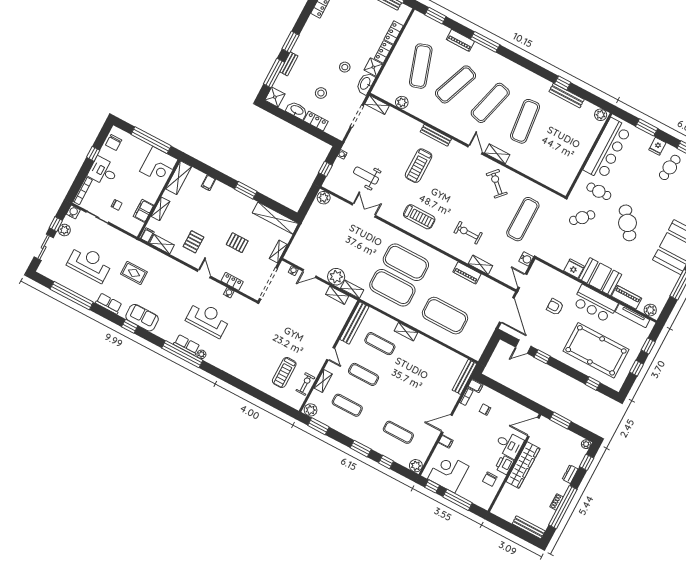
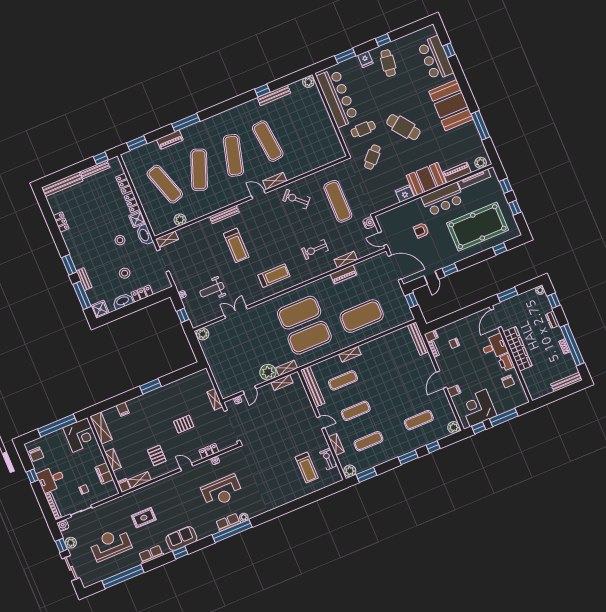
shelving: (275, 218) -> (189, 381), removed
reception desk: (208, 319) -> (222, 491), turned 180
window: (491, 346) -> (412, 300), added

